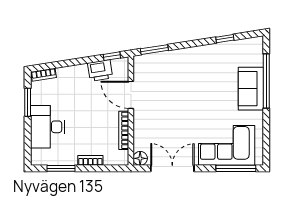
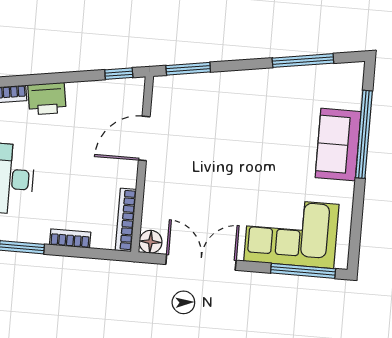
window: (225, 39) -> (303, 61), width x2.17
printer: (100, 70) -> (47, 99), moved
door: (131, 95) -> (144, 138), hinge flipped
bookcase: (124, 130) -> (126, 220), moved

